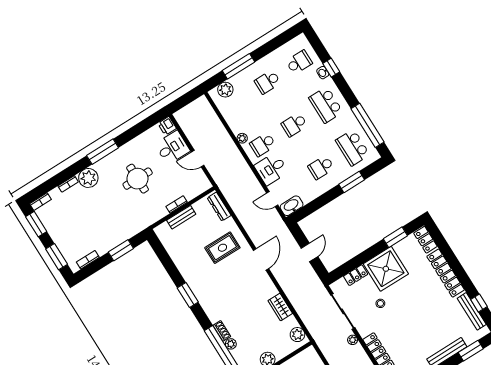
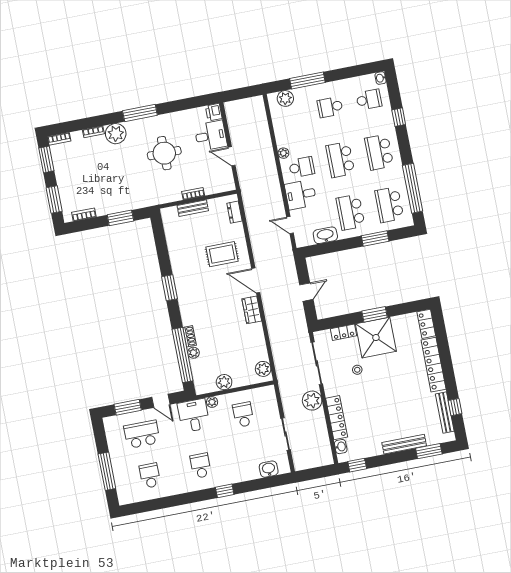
washbasin: (323, 73) -> (380, 78), moved
school desk: (294, 125) -> (340, 160), width x1.85
school desk: (263, 144) -> (302, 167), turned 180
school desk: (321, 167) -> (351, 212), width x1.85
washbasin: (292, 206) -> (325, 235), moved
dresser: (219, 207) -> (234, 212), width x0.70
window: (395, 237) -> (375, 314), moved
door: (261, 259) -> (256, 281), swing flipped
wardrobe: (280, 307) -> (252, 310), moved
plant: (353, 340) -> (312, 401), width x1.88, depth x1.88

